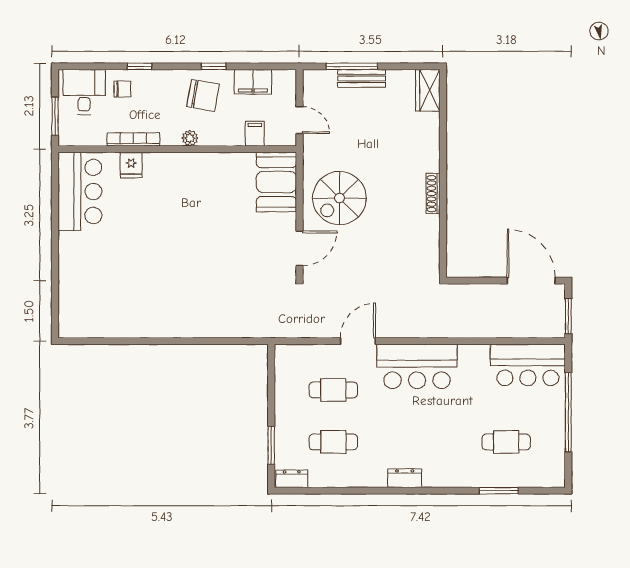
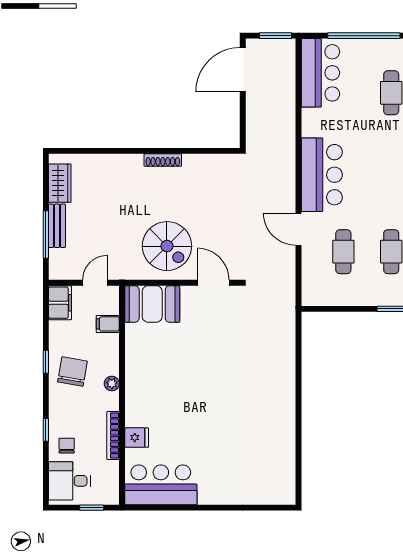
filing cabinet: (253, 82) -> (60, 303), moved
wardrobe: (428, 90) -> (60, 183), moved, turned -90
window: (55, 116) -> (92, 508), width x0.67

